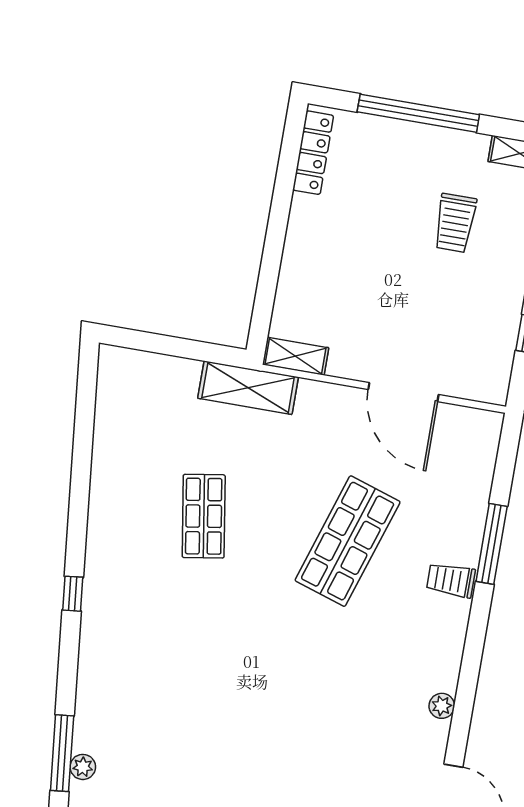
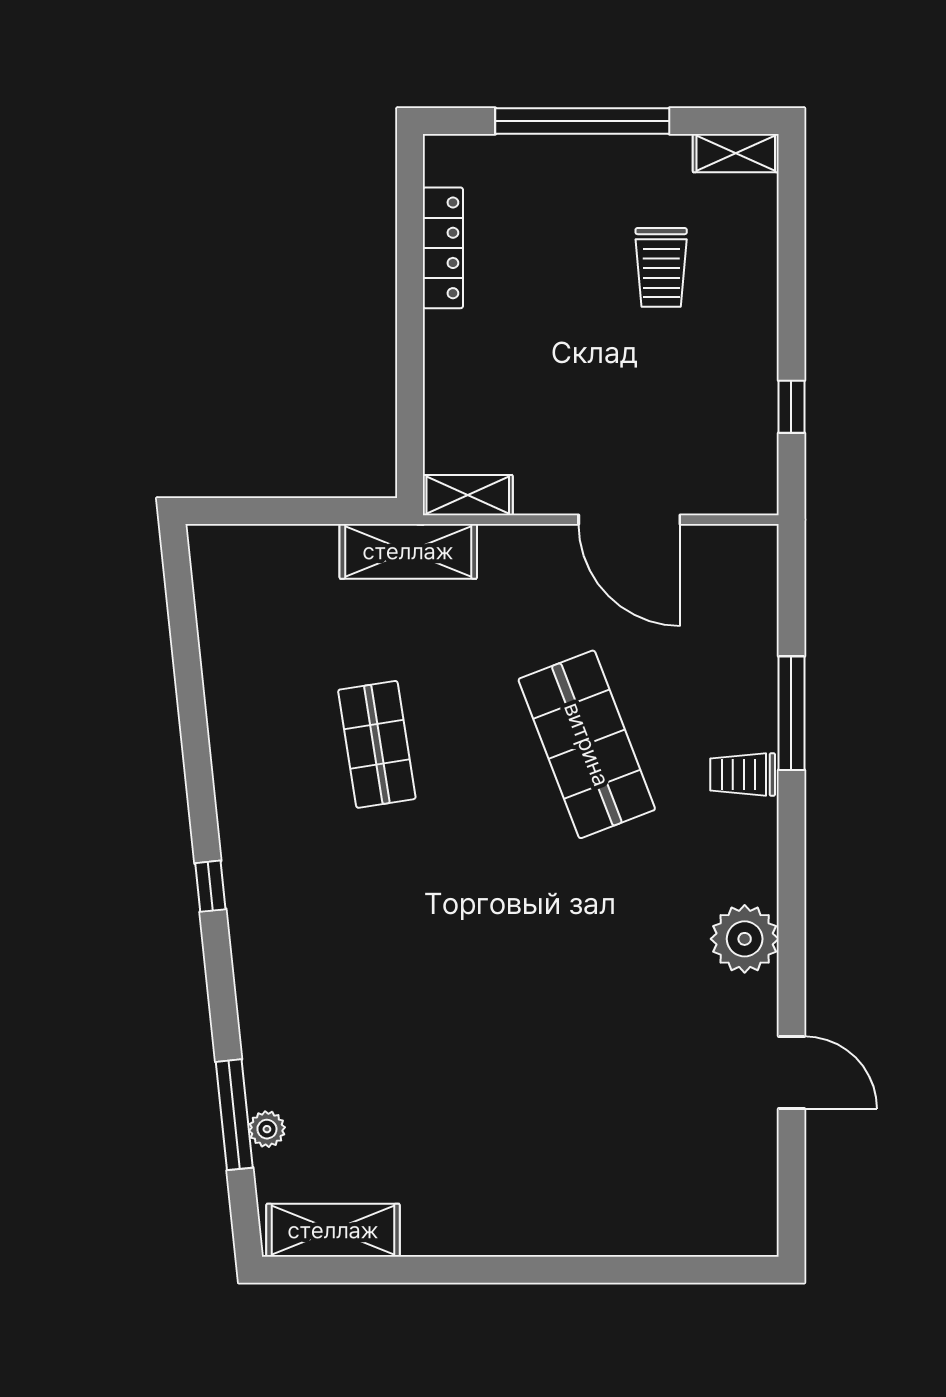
locker: (313, 153) -> (443, 248), moved
shop shelf: (348, 541) -> (587, 744), turned -39
plant: (442, 706) -> (745, 939), width x1.88, depth x1.88

